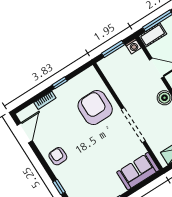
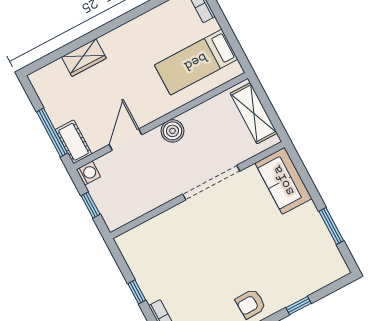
window: (113, 49) -> (91, 205), width x0.67
armchair: (95, 108) -> (179, 240), removed

